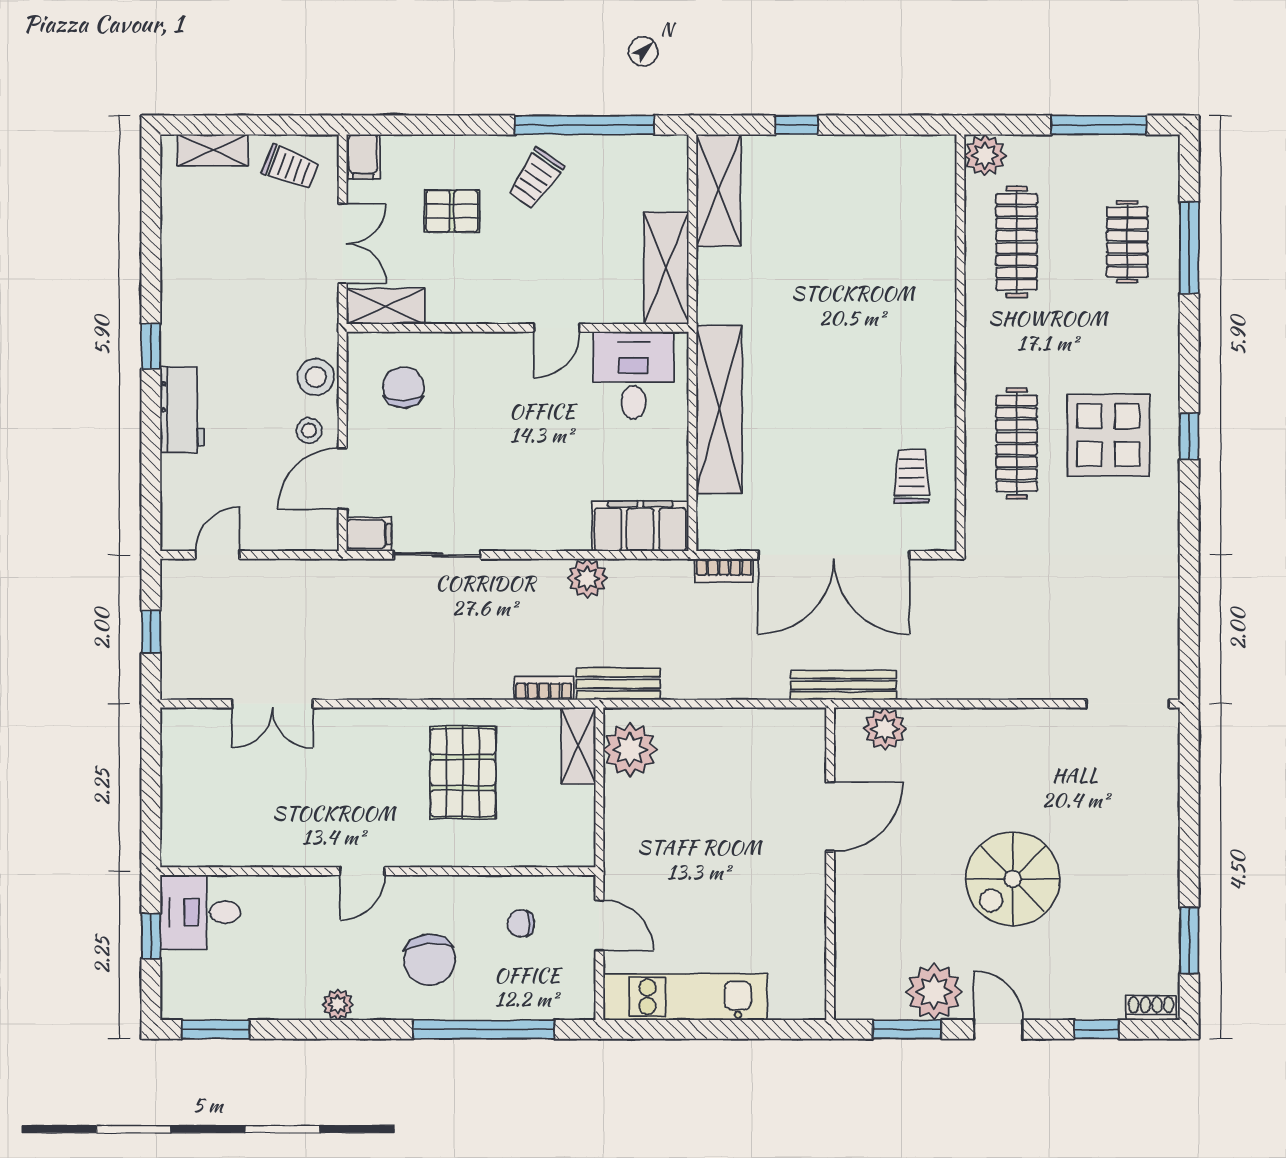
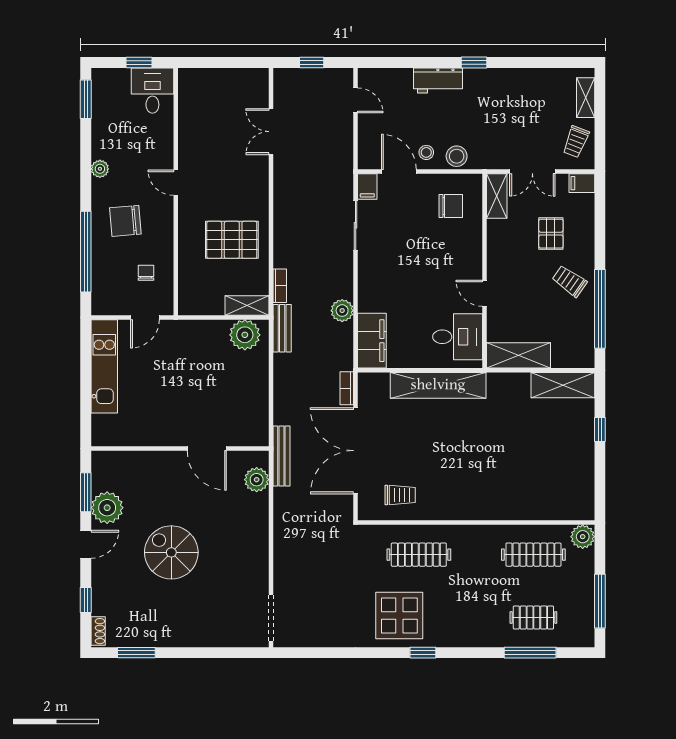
display table: (1108, 435) -> (399, 616), moved

